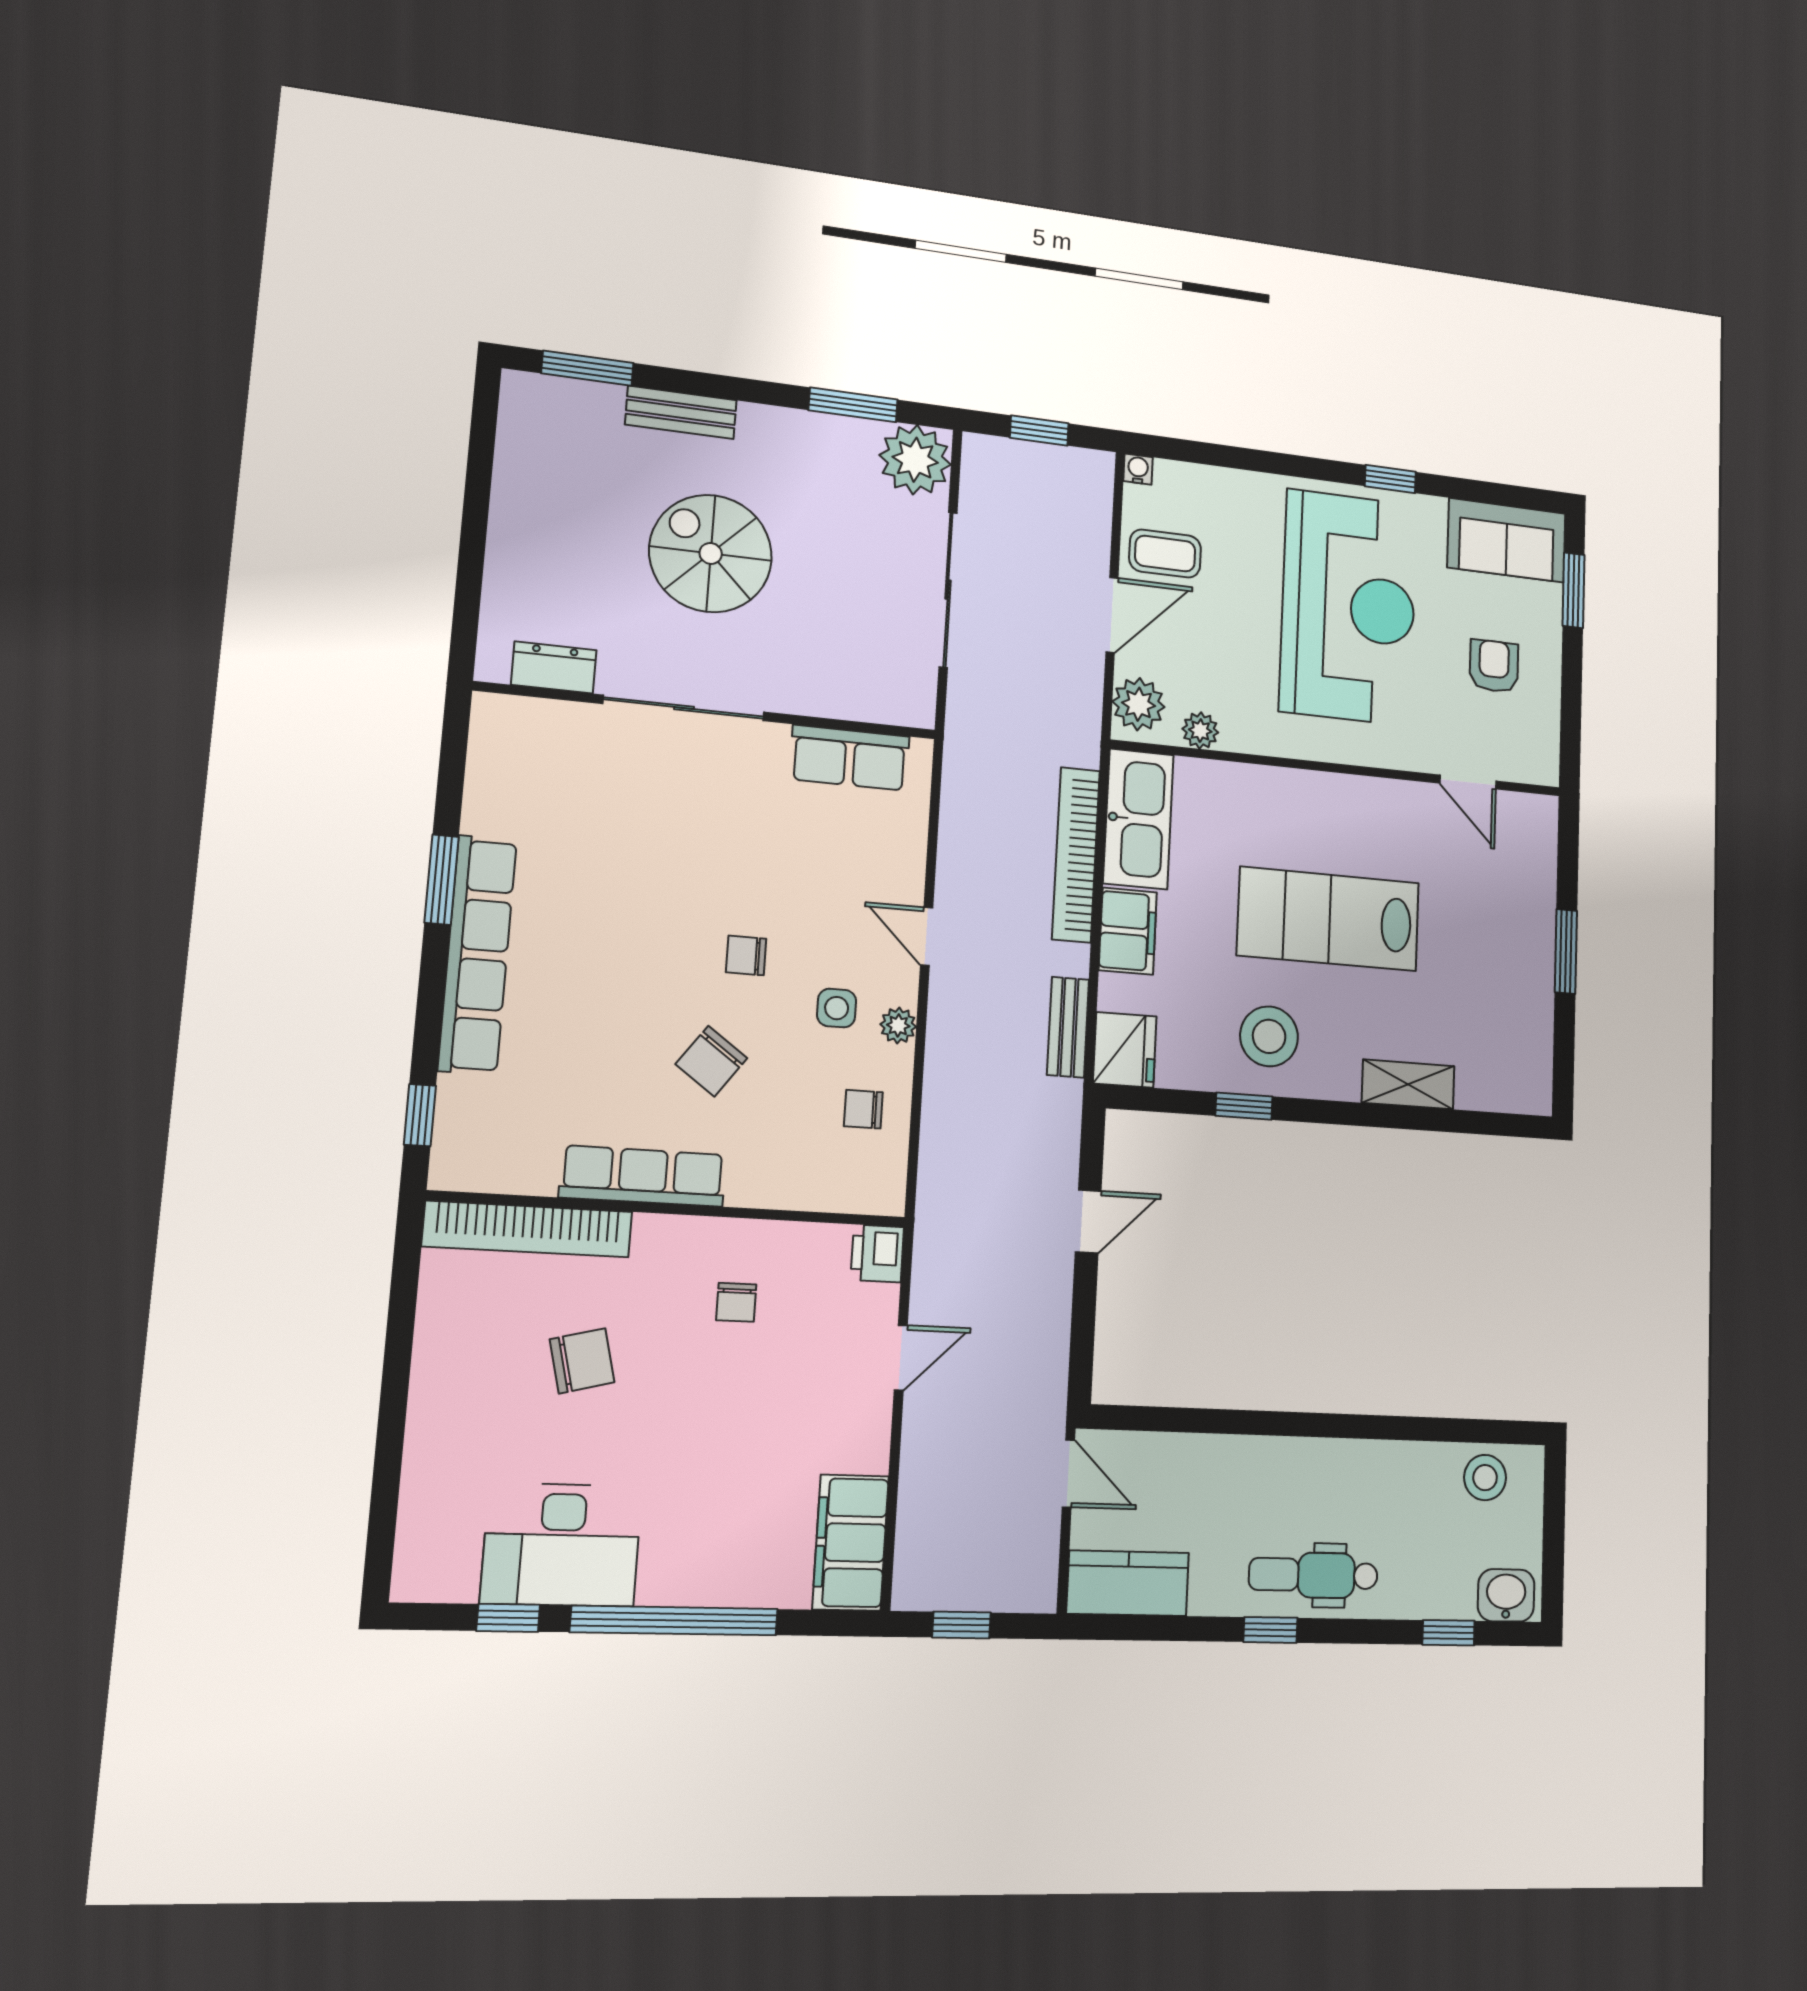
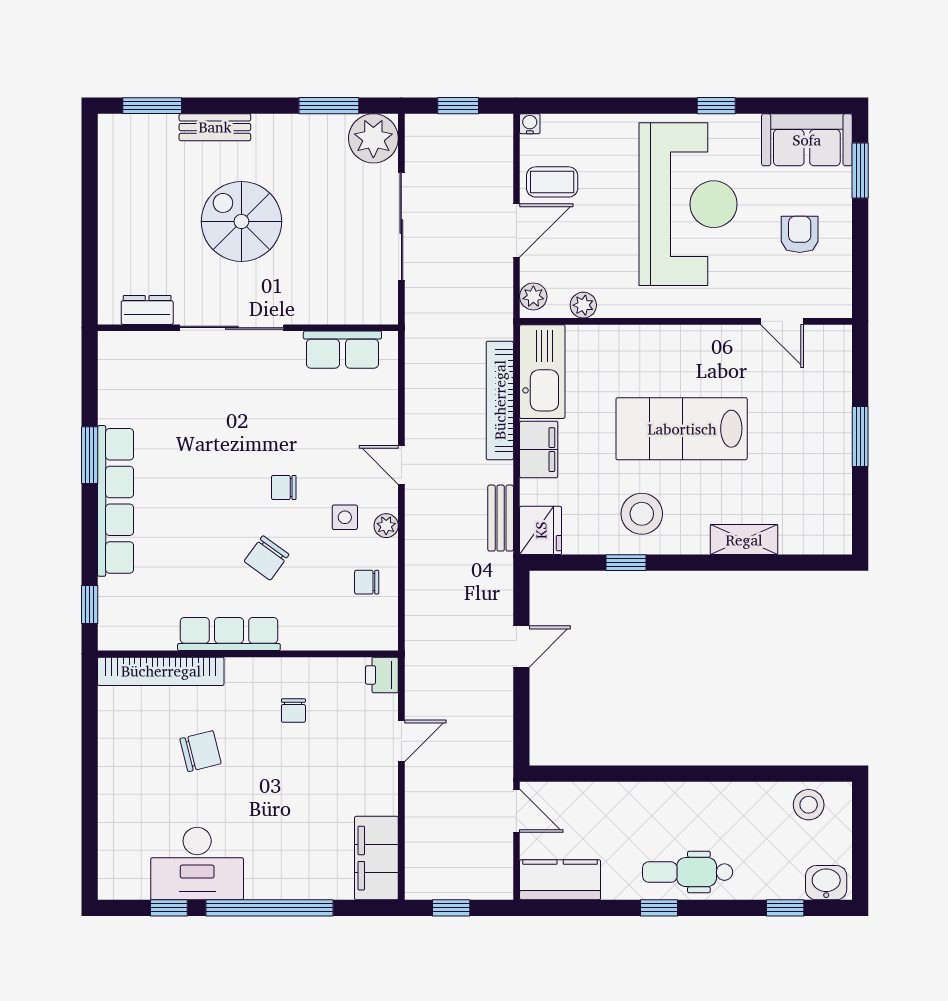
plant: (1139, 704) -> (533, 296), width x0.73, depth x0.73

